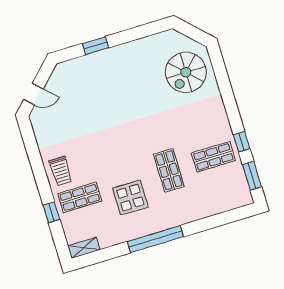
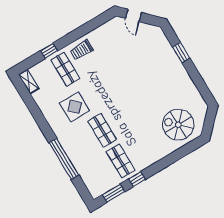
shop shelf: (169, 170) -> (102, 130), turned 90
window: (155, 239) -> (64, 159), moved

